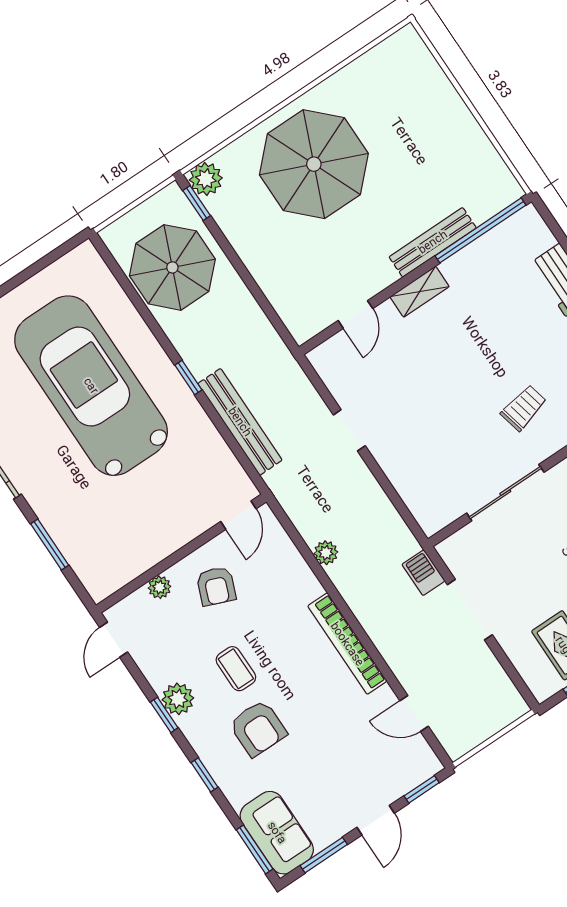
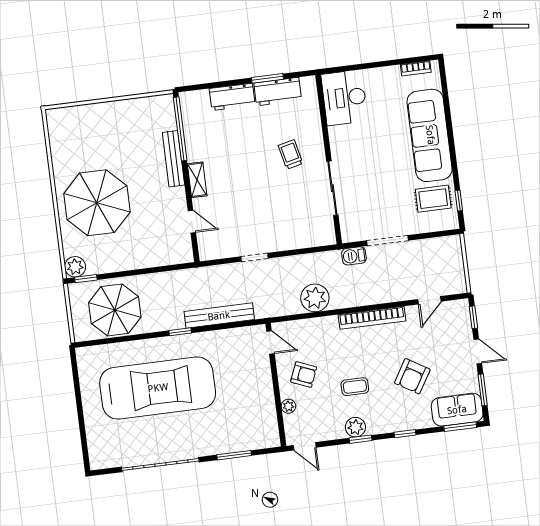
car: (91, 386) -> (158, 388), turned 180
plant: (326, 553) -> (315, 298), width x1.88, depth x1.88
armchair: (258, 728) -> (412, 376), moved, turned 121

